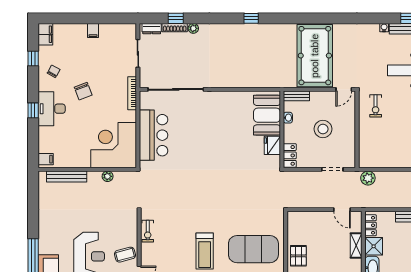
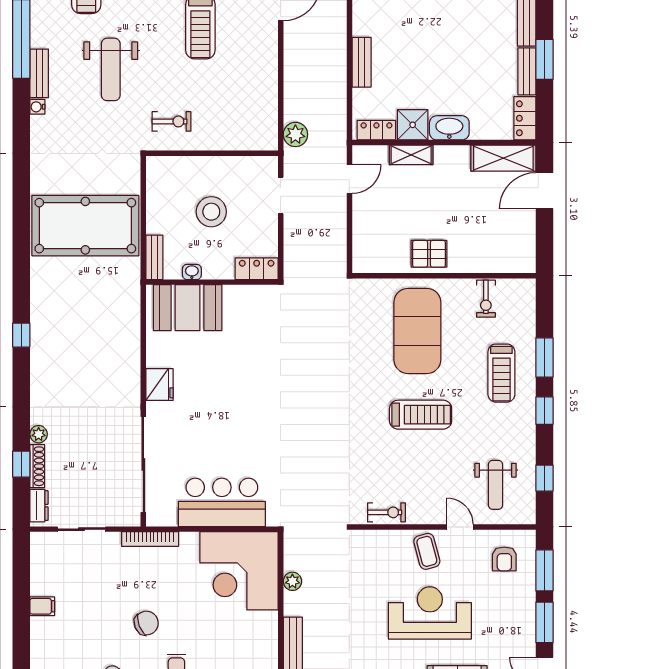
door: (344, 89) -> (143, 176), removed
fridge: (272, 145) -> (160, 385), moved, turned -90

